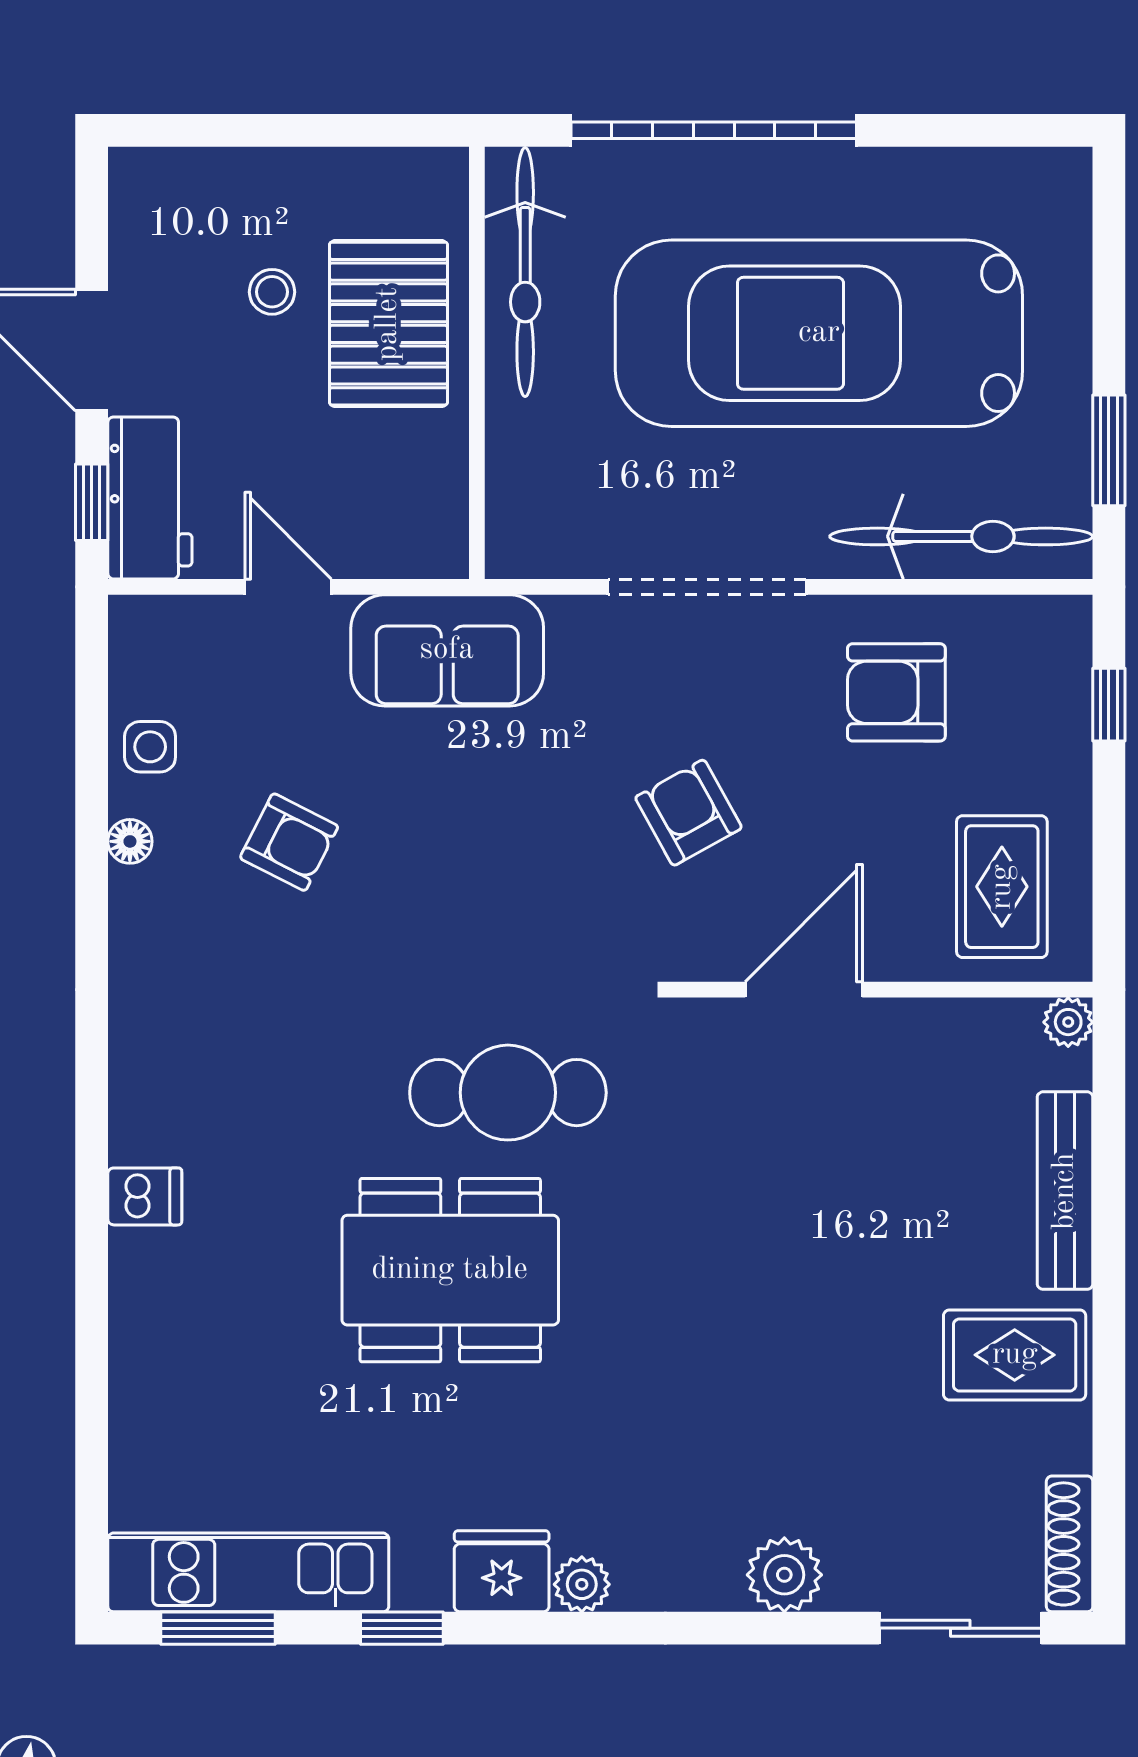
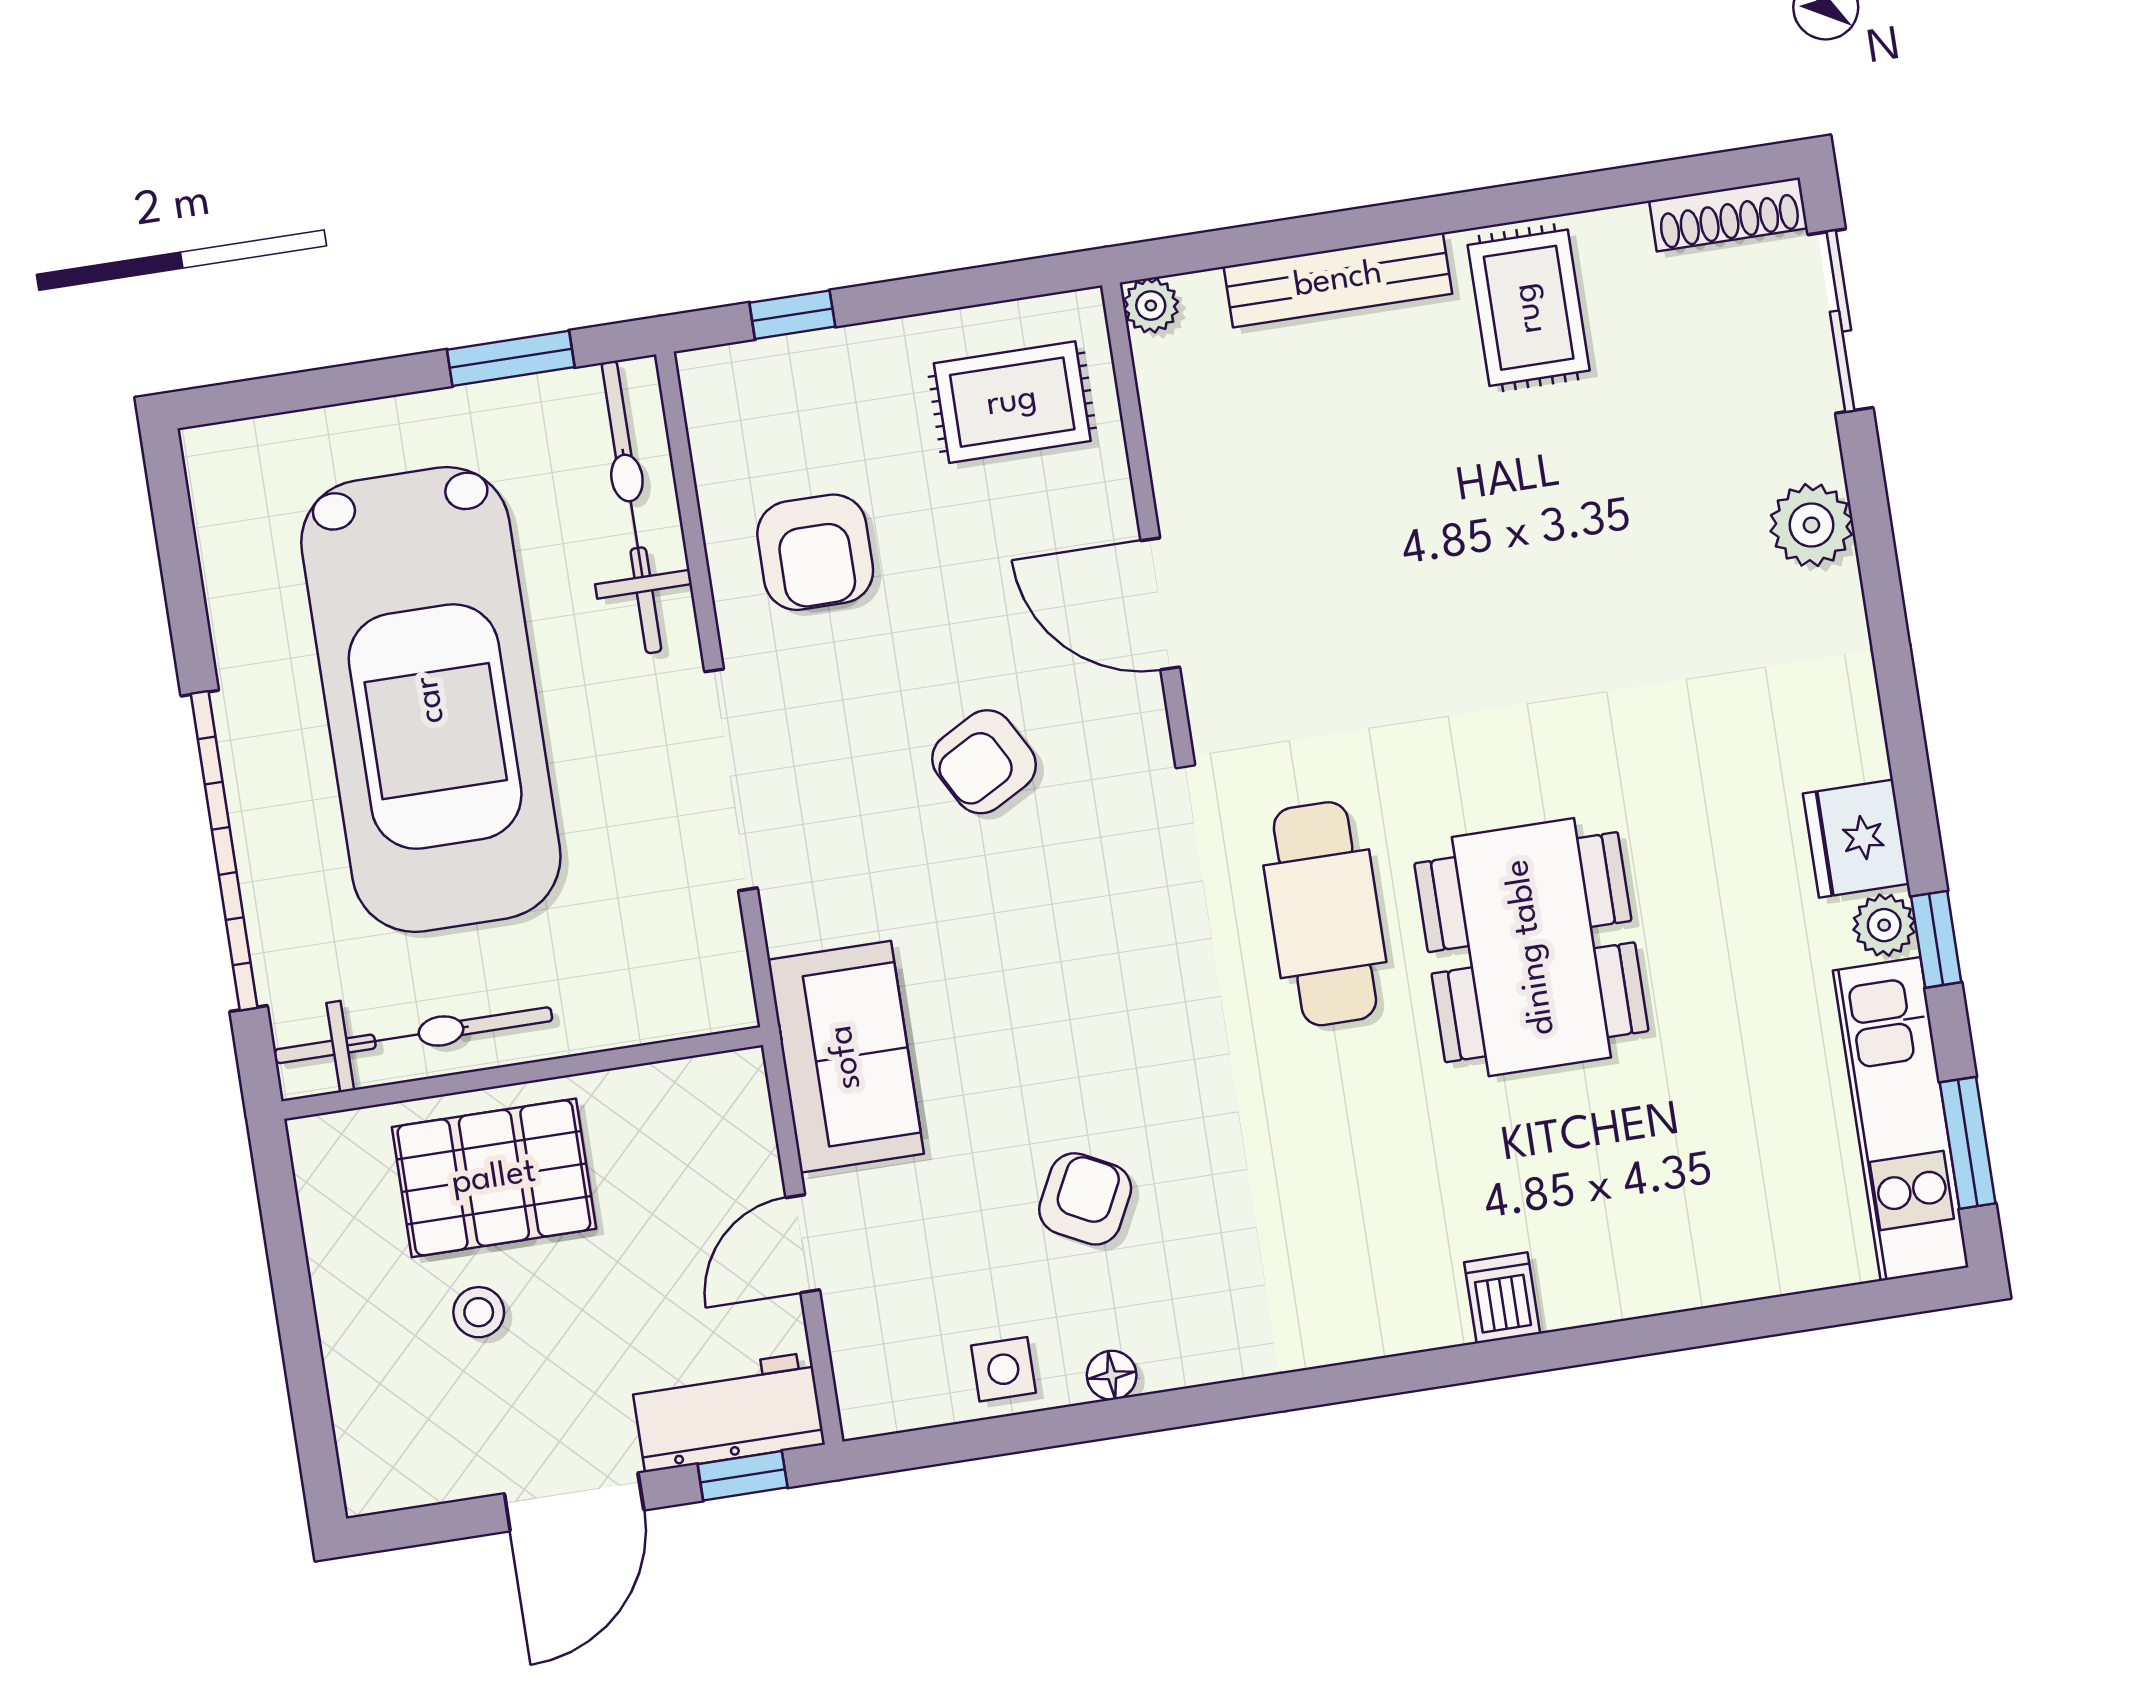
plant: (582, 1584) -> (1884, 925), moved

